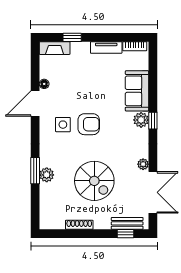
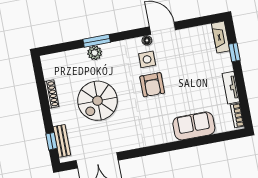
floor lamp: (44, 84) -> (147, 40), moved
plant: (141, 120) -> (166, 135), removed
window: (153, 121) -> (168, 147), removed
plant: (143, 164) -> (123, 146), removed

